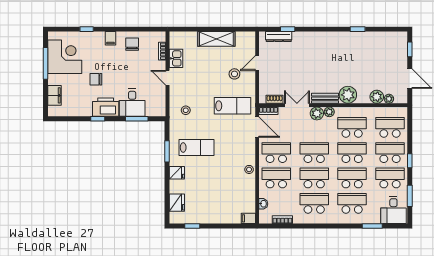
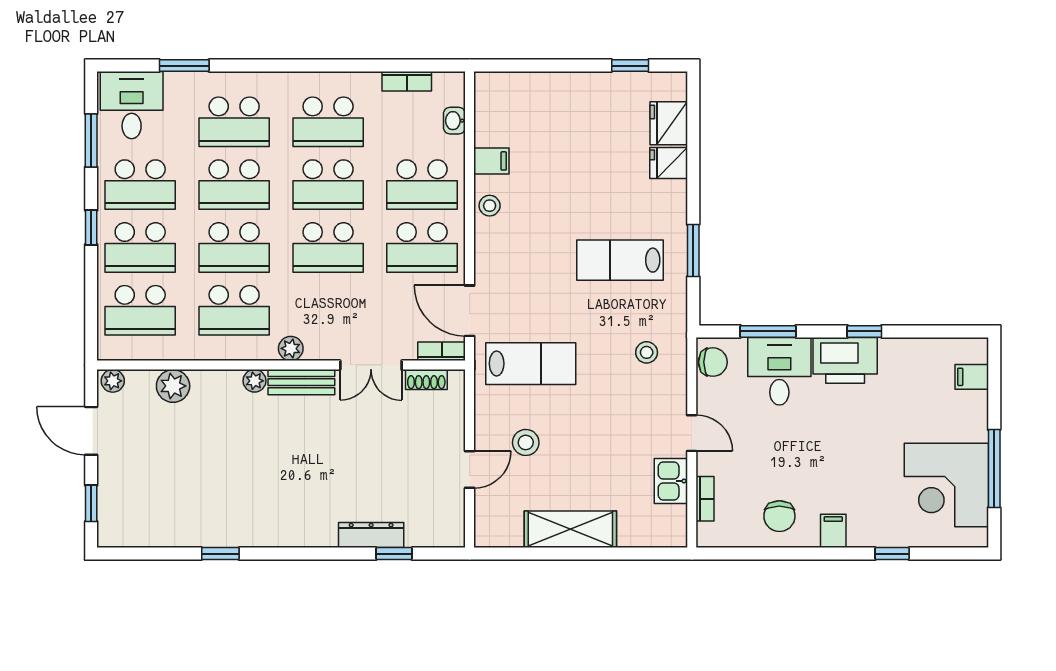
dresser: (279, 37) -> (371, 535), moved
chair: (96, 79) -> (713, 362), moved
filing cabinet: (55, 95) -> (972, 377), width x0.50
plant: (348, 95) -> (255, 381), width x0.53, depth x0.53
plant: (389, 99) -> (113, 381), moved
lab bench: (232, 106) -> (531, 364), turned 180
plant: (317, 113) -> (321, 344), removed
fridge: (177, 173) -> (669, 163), moved
filing cabinet: (248, 218) -> (491, 161), moved

